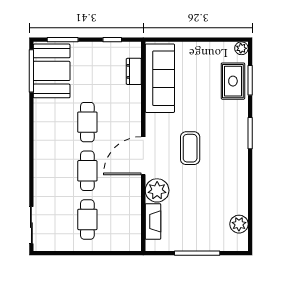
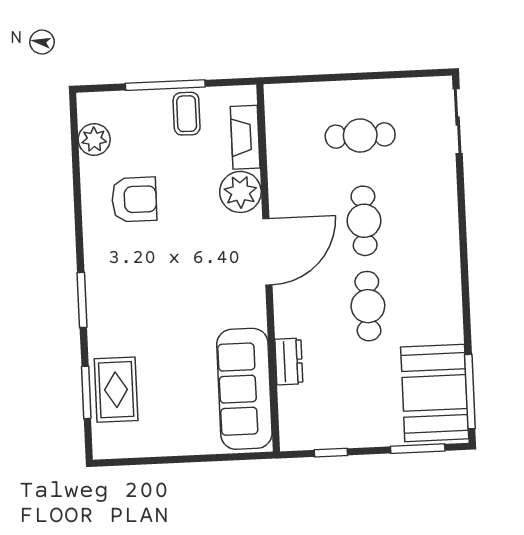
plant: (241, 48) -> (104, 448), removed
dresser: (134, 71) -> (289, 362), moved
coffee table: (190, 148) -> (187, 114), moved, width x0.73, depth x0.77
armchair: (218, 189) -> (134, 199), added
cafe table: (87, 219) -> (360, 135), turned 90

